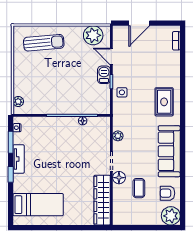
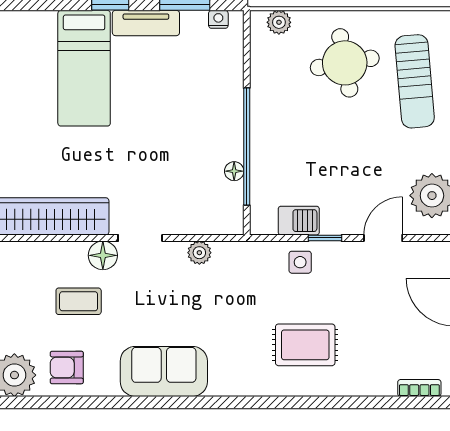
round table: (36, 73) -> (345, 63), added
barbecue: (104, 75) -> (299, 221), moved
rug: (164, 102) -> (305, 345), moved
sofa: (169, 151) -> (164, 371), width x0.73
armchair: (167, 193) -> (67, 367), turned -90
bed: (38, 205) -> (84, 68), moved

